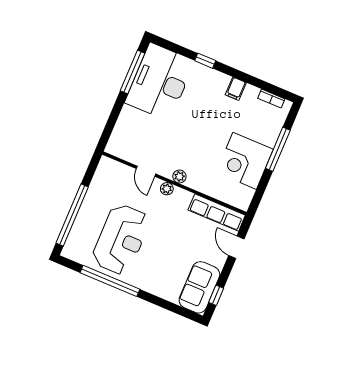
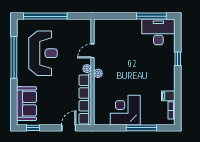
desk: (160, 82) -> (158, 32), width x0.73, depth x0.77
filing cabinet: (236, 89) -> (168, 96), moved
row of seats: (217, 213) -> (85, 99), width x1.36
reception desk: (121, 239) -> (43, 53), turned -90
sofa: (199, 287) -> (27, 104), moved, turned 90

